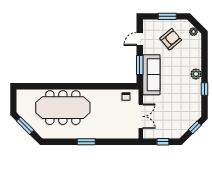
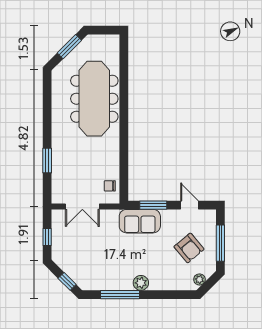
window: (167, 16) -> (220, 243), width x1.44
sofa: (151, 75) -> (140, 221), width x0.73
window: (205, 89) -> (120, 295), width x2.17
window: (86, 142) -> (47, 161), moved

